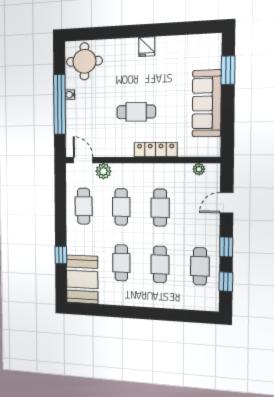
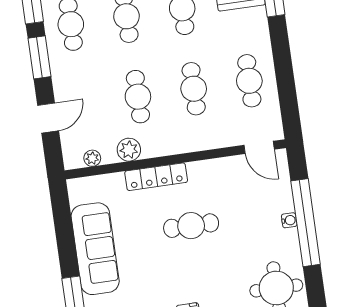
water cooler: (70, 95) -> (289, 220), moved
plant: (103, 171) -> (129, 150), moved
window: (226, 247) -> (39, 57), width x1.50

